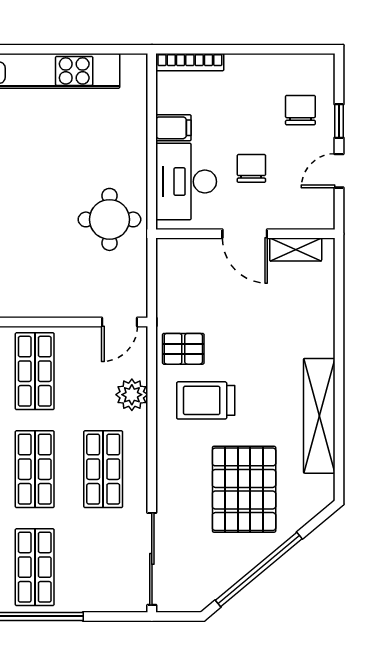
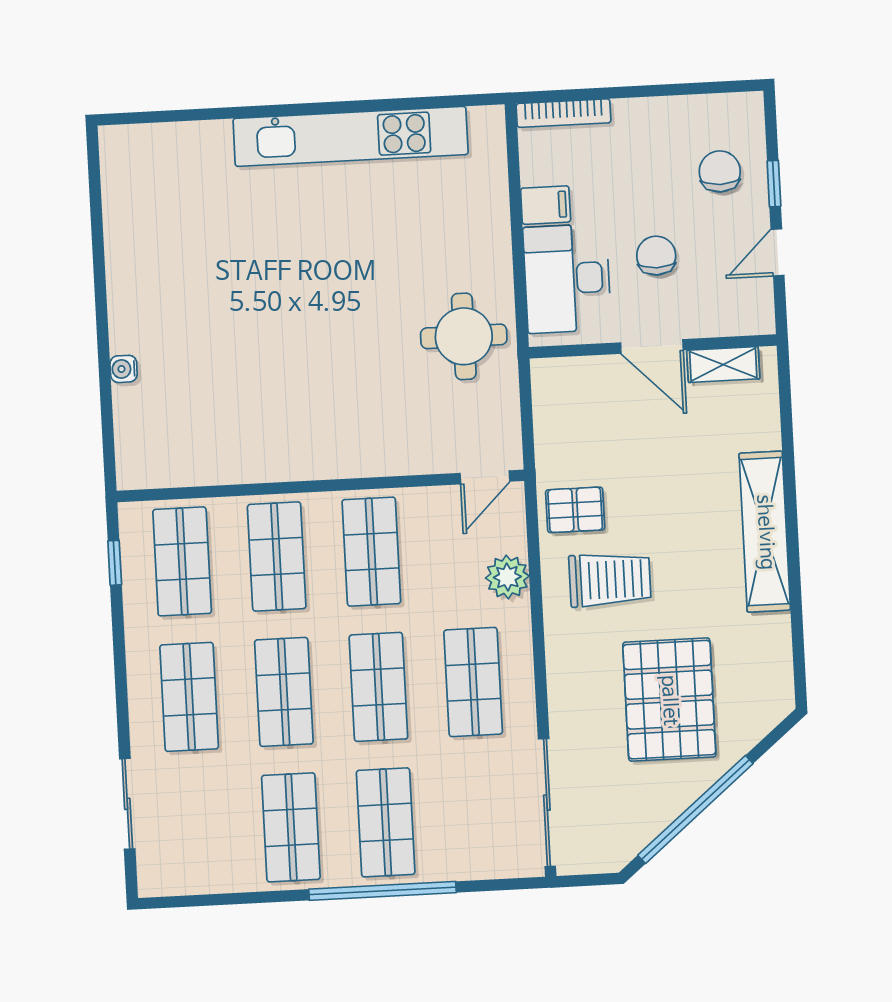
trolley: (206, 400) -> (610, 580), turned 180
shelving: (319, 416) -> (765, 532), moved

